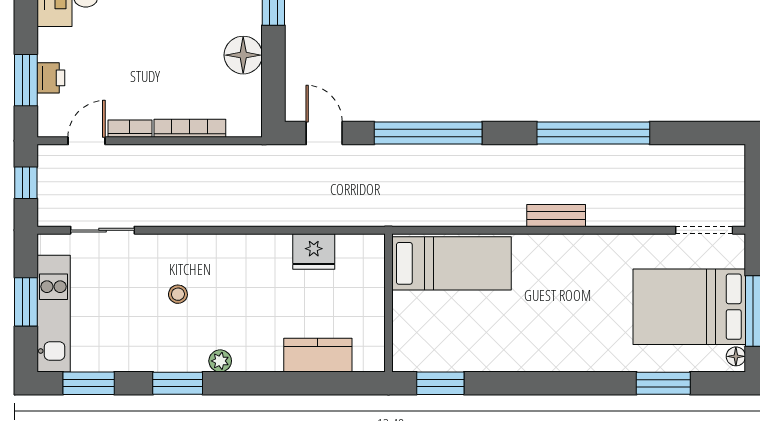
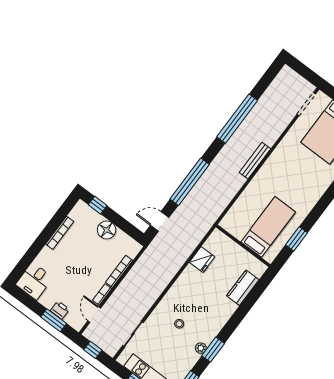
bench: (556, 216) -> (255, 161), width x1.36
bed: (451, 263) -> (268, 227), moved
plant: (220, 361) -> (201, 348), moved
window: (440, 383) -> (297, 239), moved

